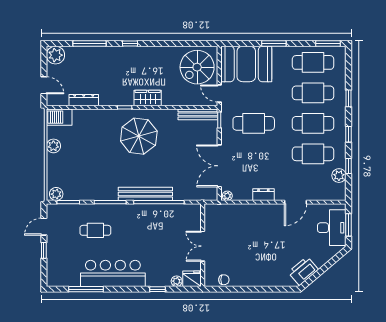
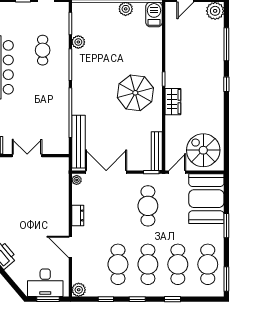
dresser: (84, 100) -> (171, 39), removed
plant: (339, 176) -> (79, 290), moved
plant: (56, 194) -> (78, 42), moved
bench: (145, 194) -> (78, 142), moved

